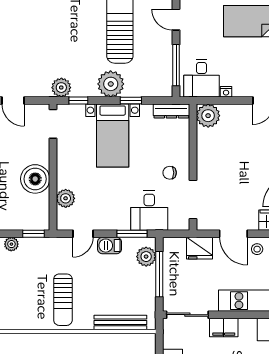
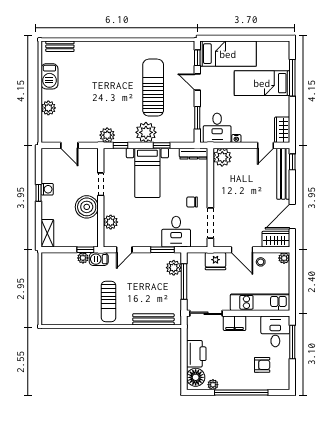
window: (176, 65) -> (197, 118), width x0.69
doorway: (53, 124) -> (101, 184), moved
plant: (11, 244) -> (83, 258), moved
barbecue: (110, 246) -> (99, 259), moved

